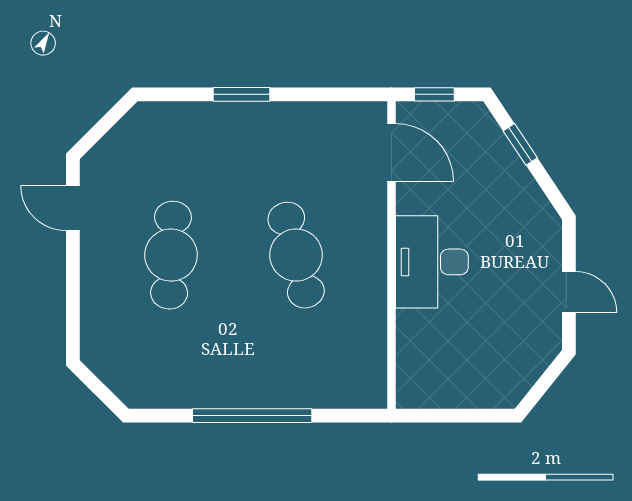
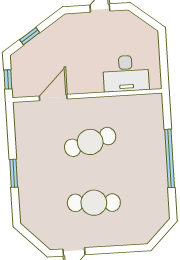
door: (392, 152) -> (53, 98), moved
desk: (432, 262) -> (126, 73), moved

